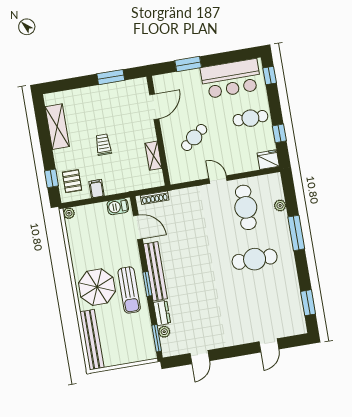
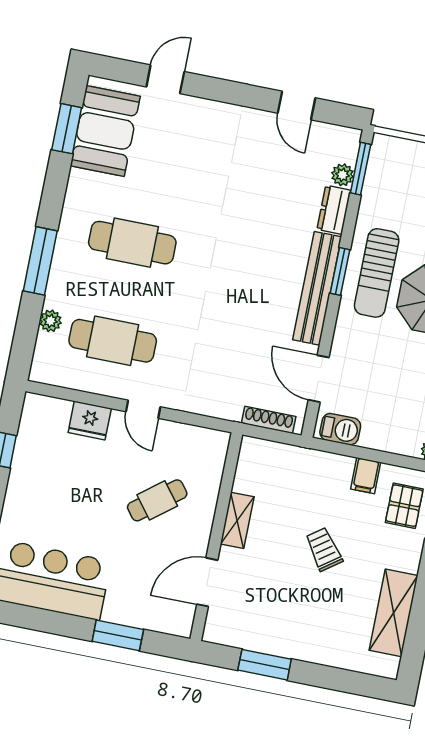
cafe table: (250, 118) -> (44, 497), removed
trolley: (103, 145) -> (324, 549), turned 144
shelving: (153, 156) -> (237, 520), moved
fridge: (268, 160) -> (90, 421), moved
cafe table: (246, 207) -> (113, 341), turned 90
sun lounger: (129, 290) -> (377, 273), turned 180
booth: (289, 309) -> (105, 131), added
door: (200, 357) -> (296, 105), swing flipped

